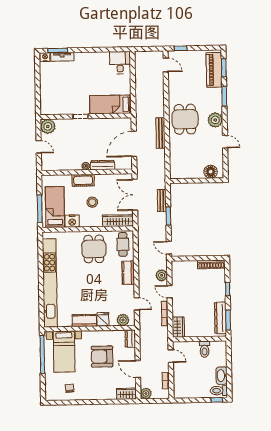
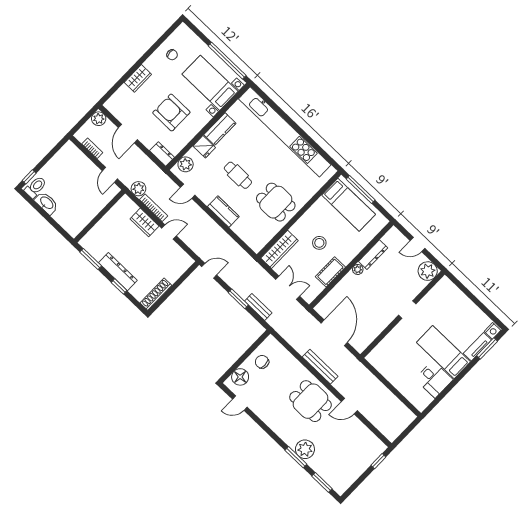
desk: (120, 63) -> (434, 379), moved
door: (166, 65) -> (349, 406), moved
piano: (214, 70) -> (329, 472), removed
bed: (111, 104) -> (443, 352), moved, turned -90
plant: (215, 120) -> (305, 449), moved
door: (225, 142) -> (240, 403), moved
dresser: (102, 165) -> (373, 255), moved
chair: (190, 168) -> (262, 362), added
cot: (83, 180) -> (330, 272), moved
double door: (135, 195) -> (288, 288), width x0.73
nightstand: (72, 221) -> (320, 208), removed
cafe table: (123, 244) -> (238, 175), moved
plant: (162, 275) -> (138, 189), moved
dresser: (220, 318) -> (118, 272), moved
wardrobe: (178, 327) -> (144, 222), moved
toilet: (204, 349) -> (86, 211), removed
door: (171, 356) -> (110, 175), hinge flipped
armchair: (102, 357) -> (171, 113), turned -90
door: (138, 369) -> (128, 134), swing flipped
wardrobe: (126, 394) -> (138, 78), moved

